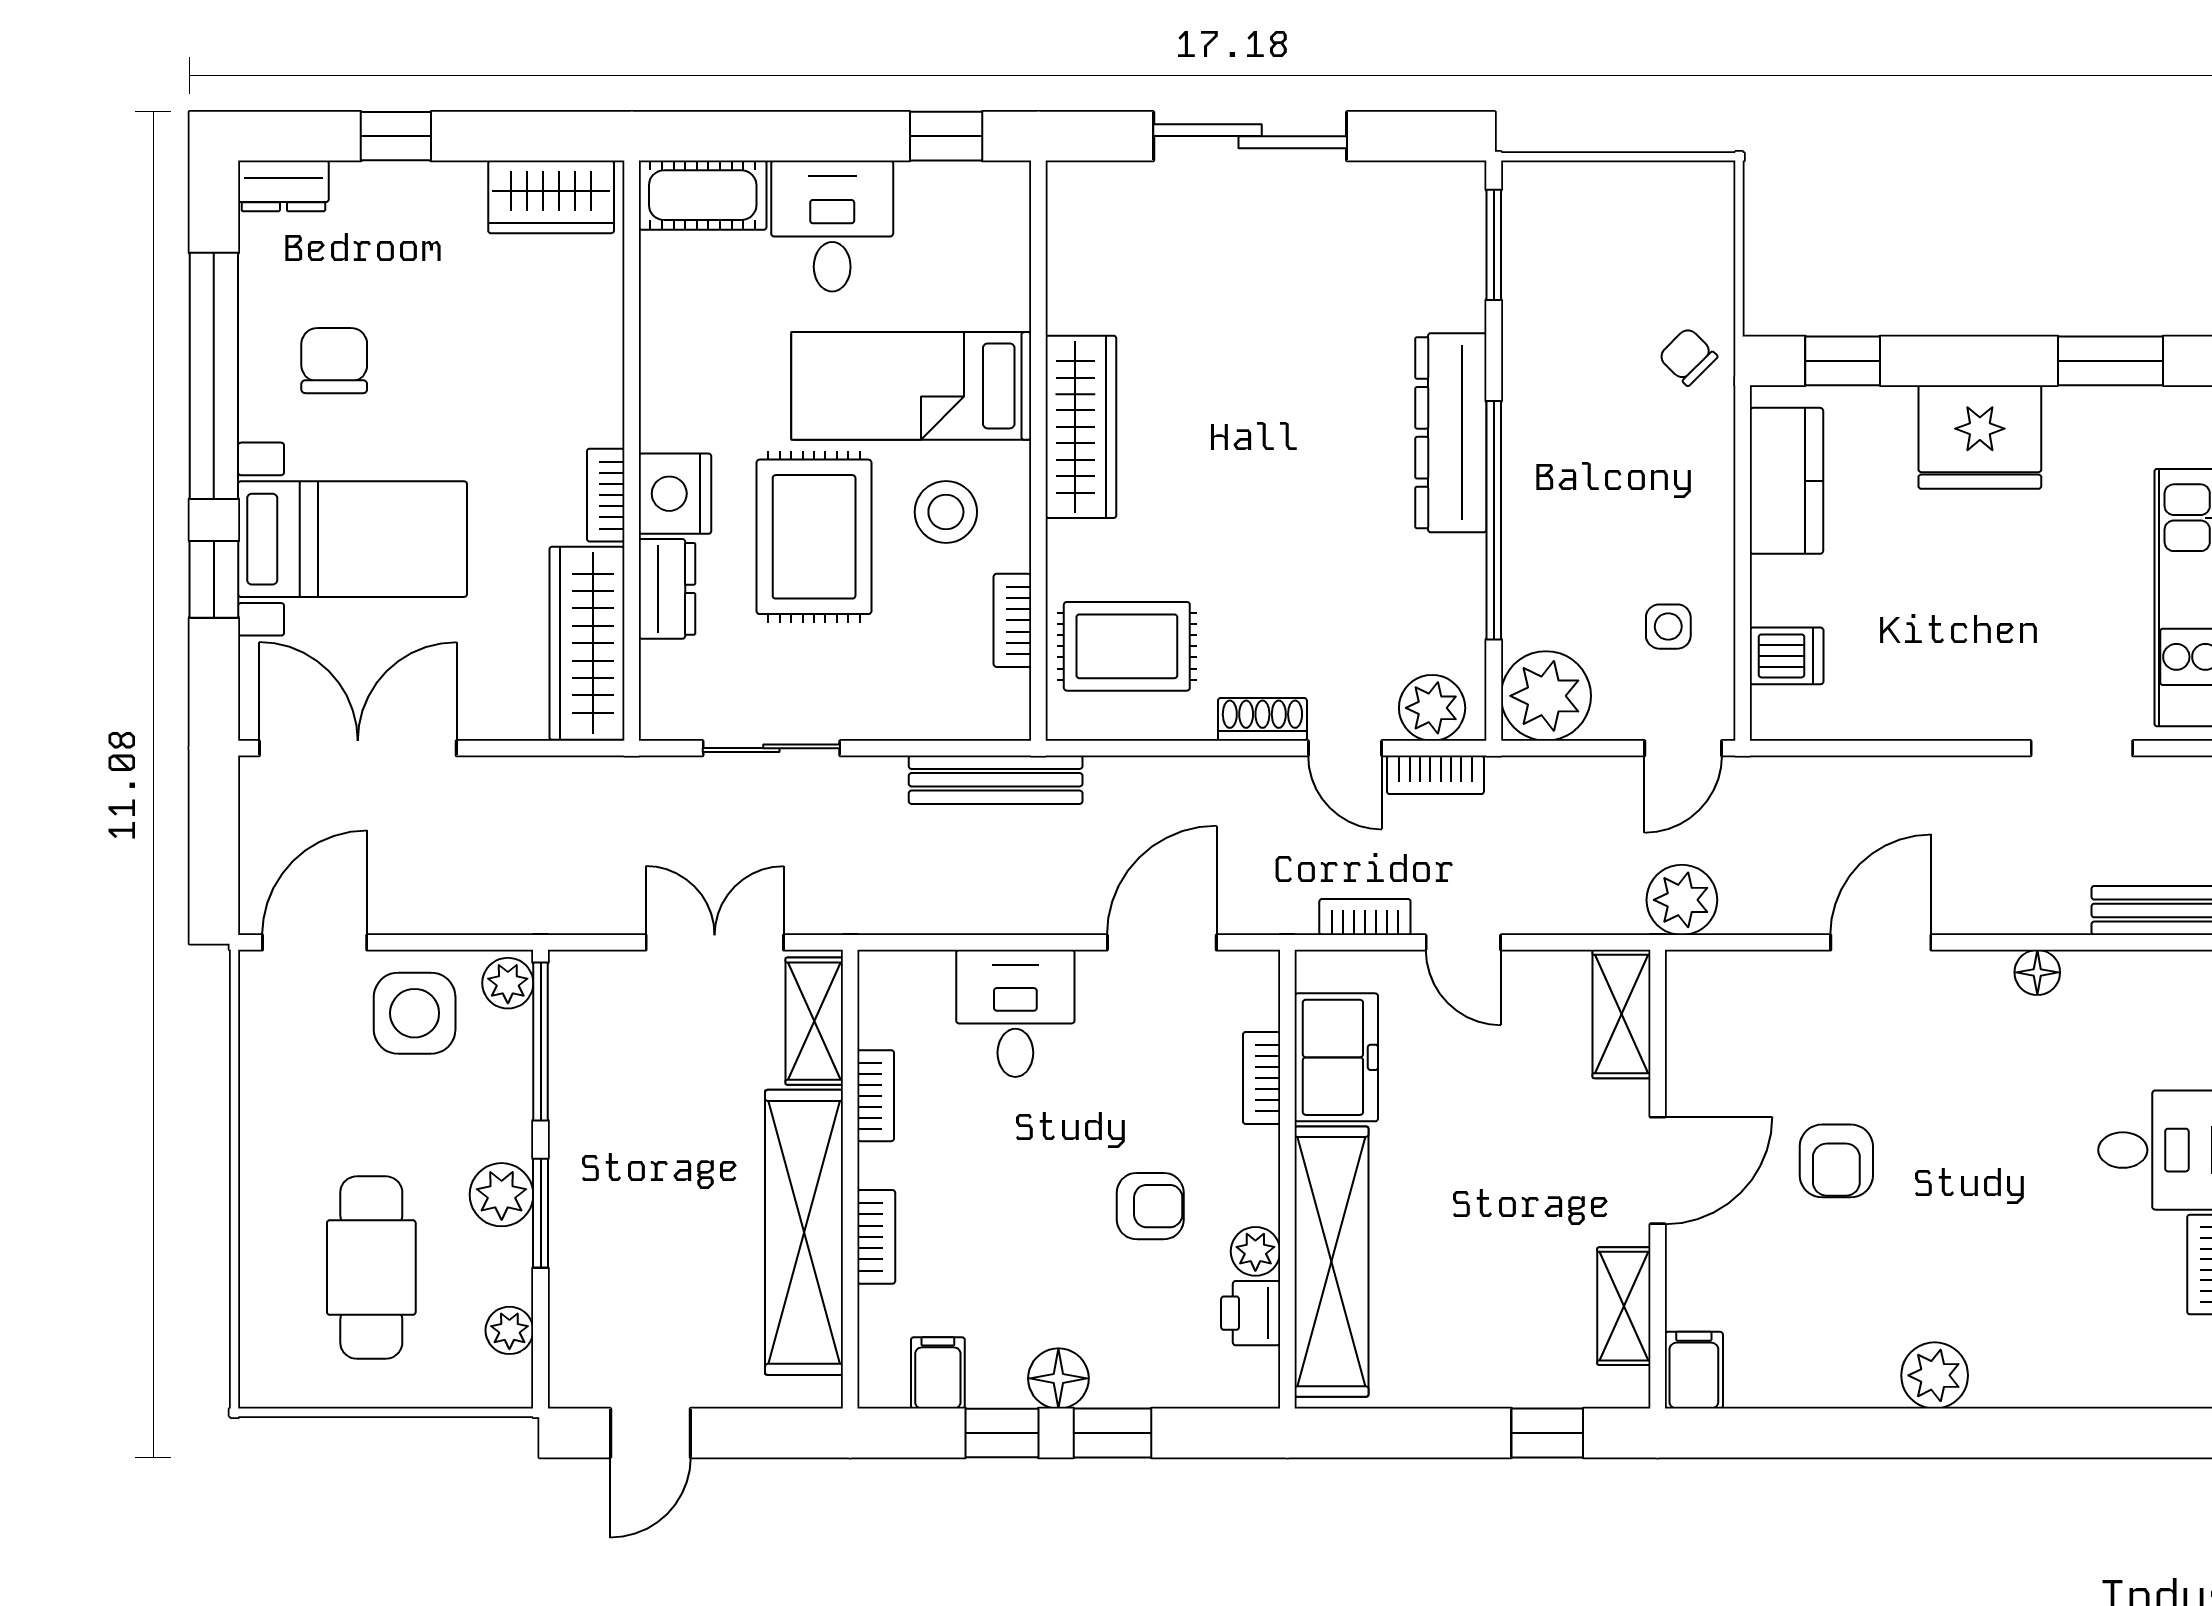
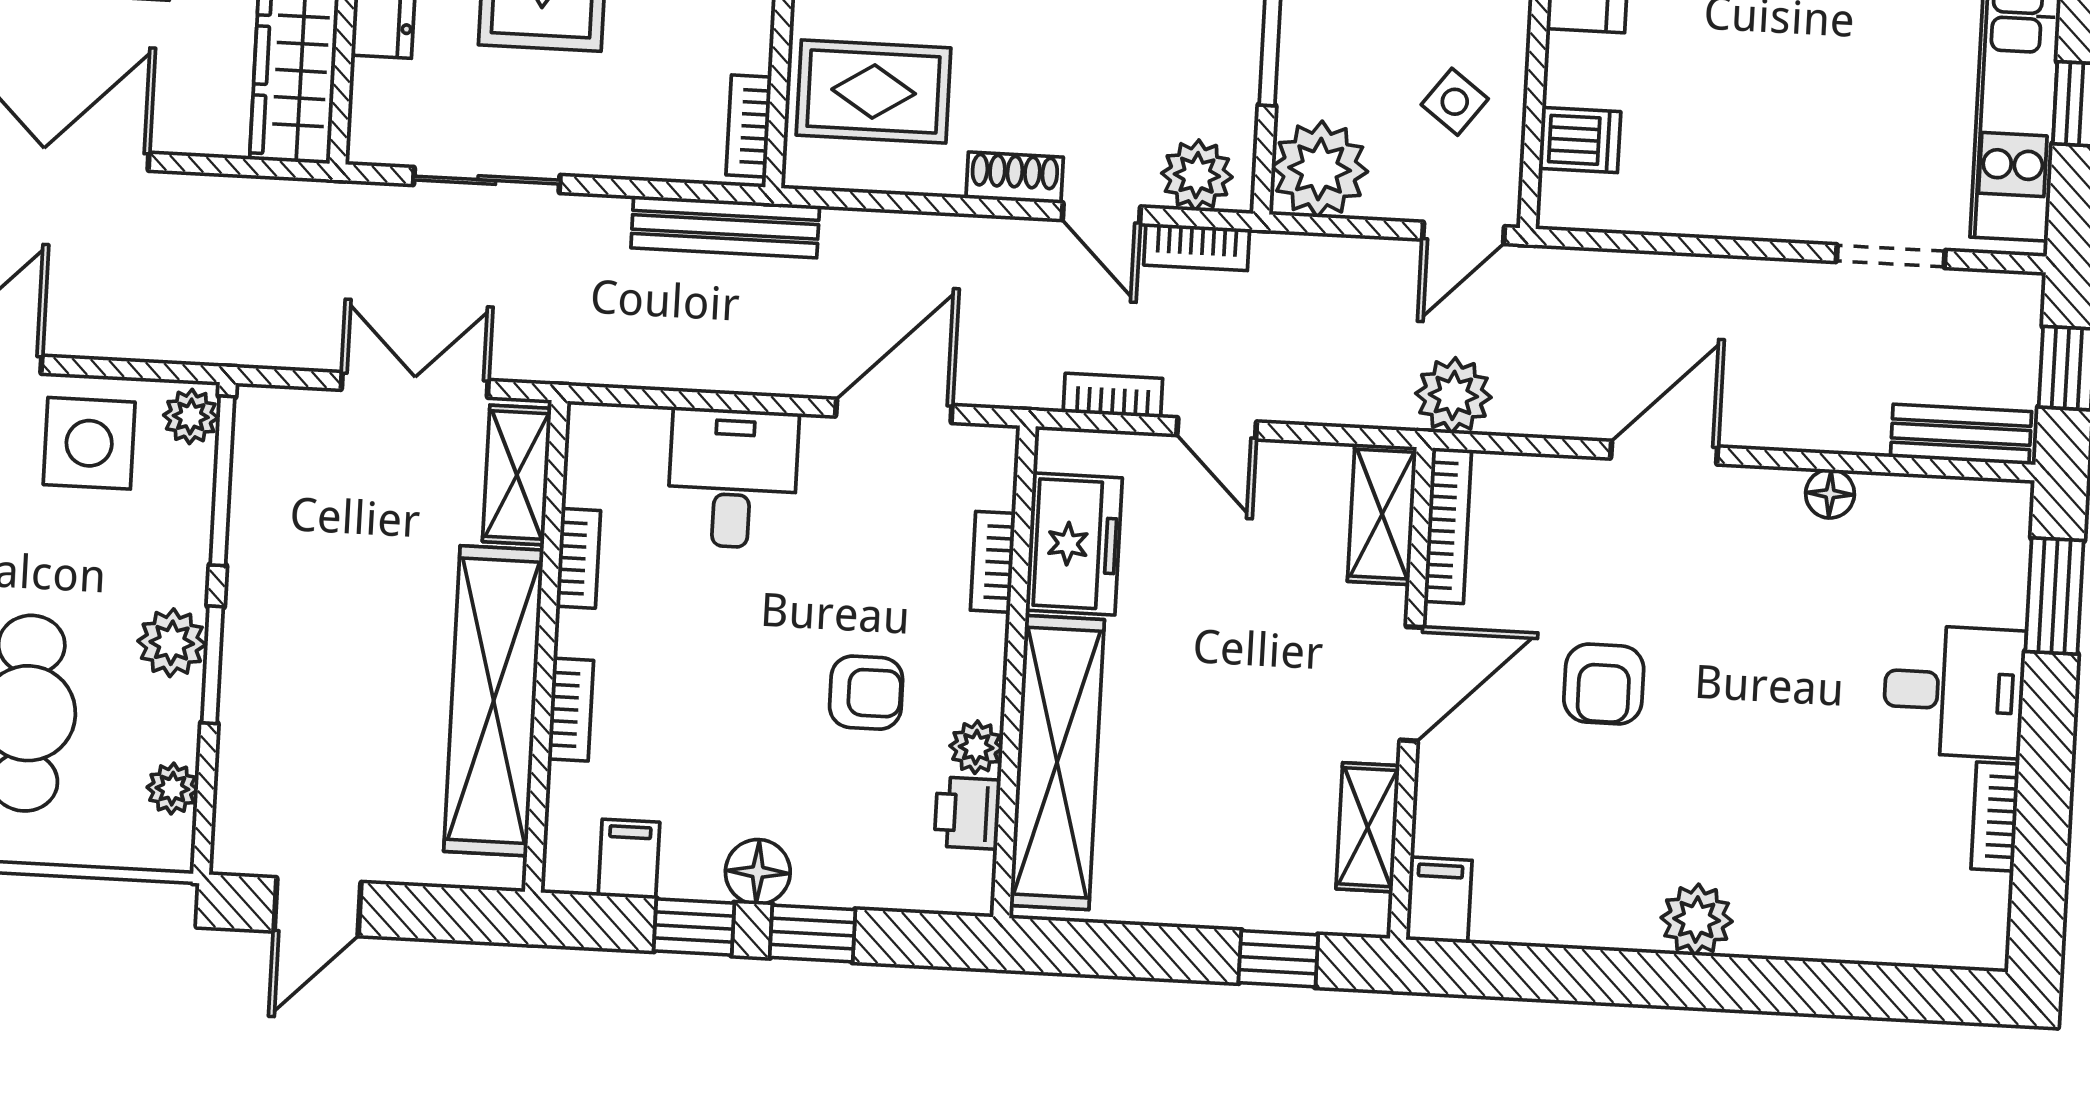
bookcase: (1012, 620) -> (749, 126), moved
side table: (1668, 627) -> (1455, 102), turned 37
bookcase: (1683, 1021) -> (1448, 526), added

